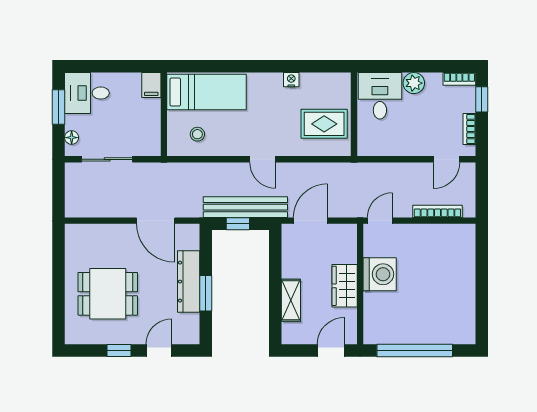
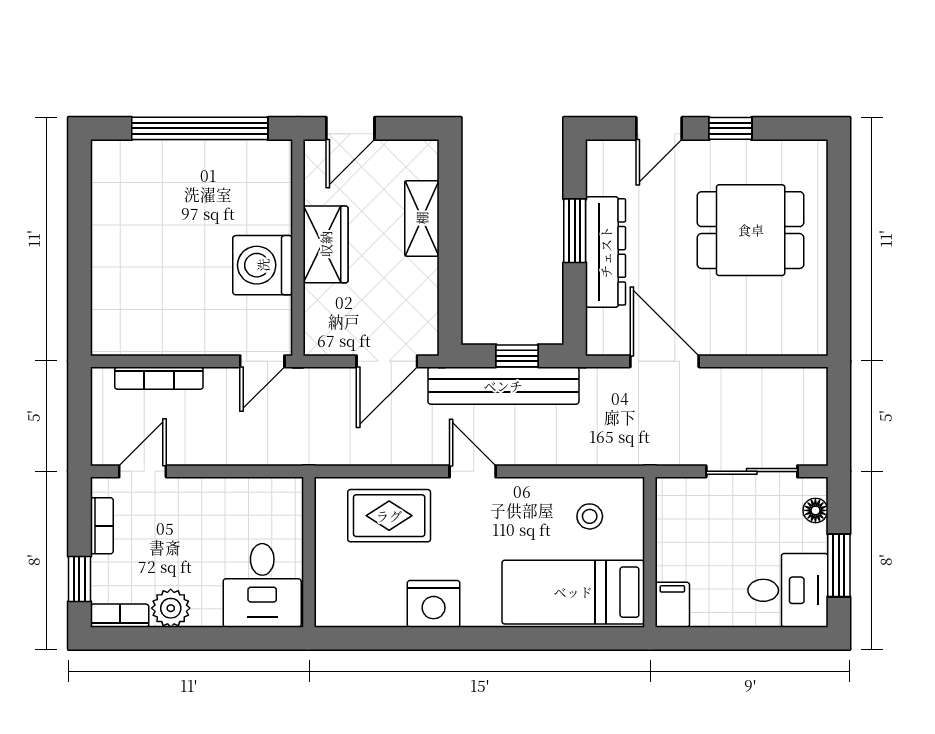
nightstand: (291, 80) -> (434, 604), width x1.89, depth x1.79
plant: (414, 83) -> (171, 608), moved
rug: (324, 124) -> (389, 516), moved

